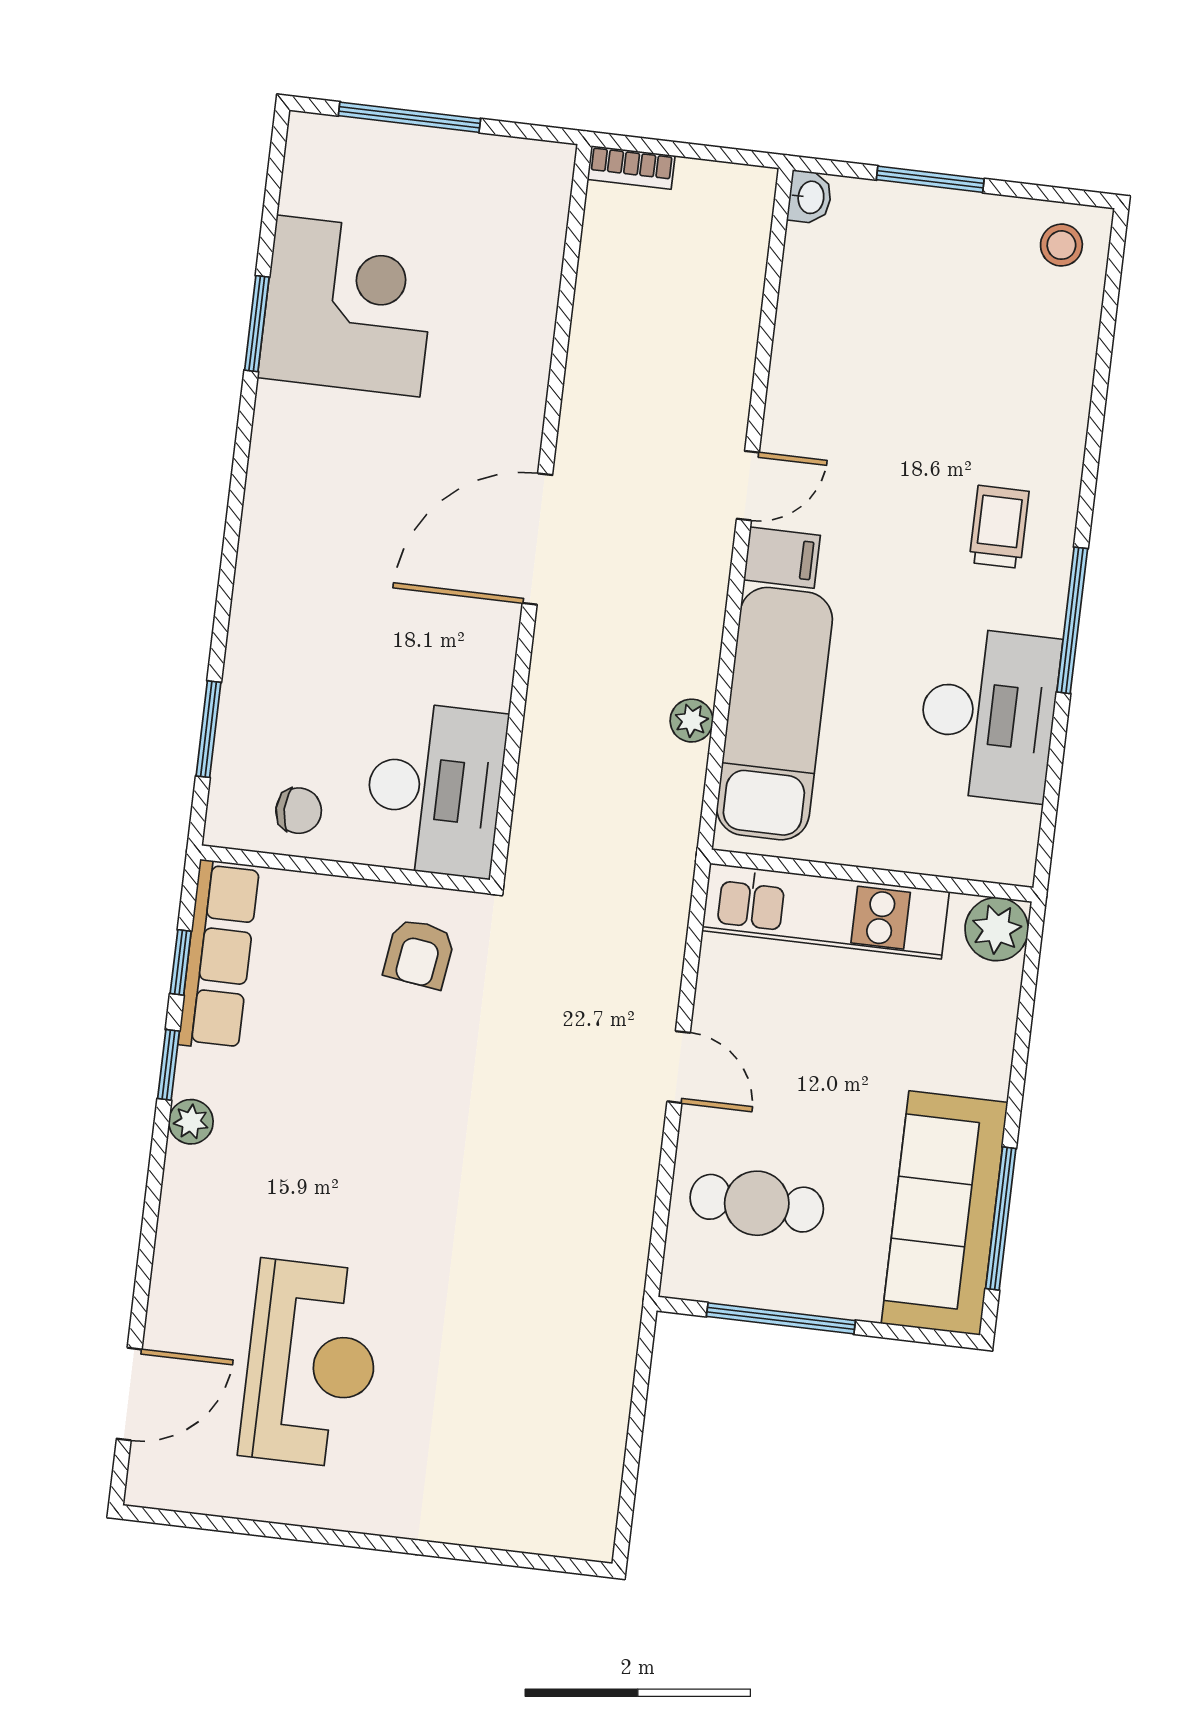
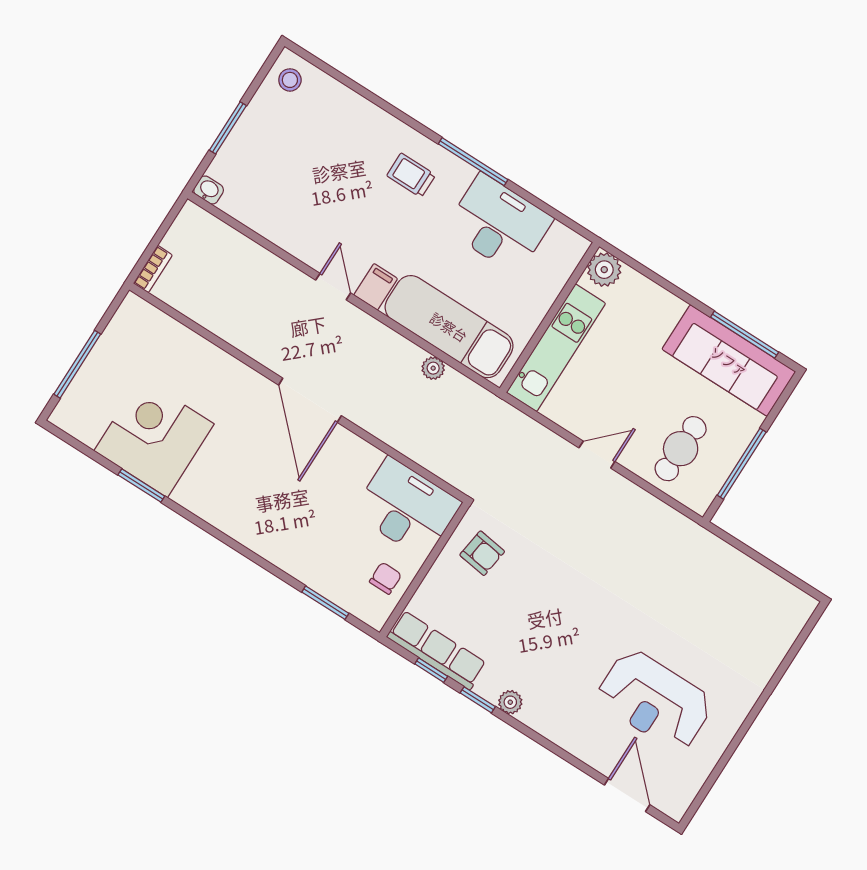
reception desk: (311, 1364) -> (655, 700), turned 180

